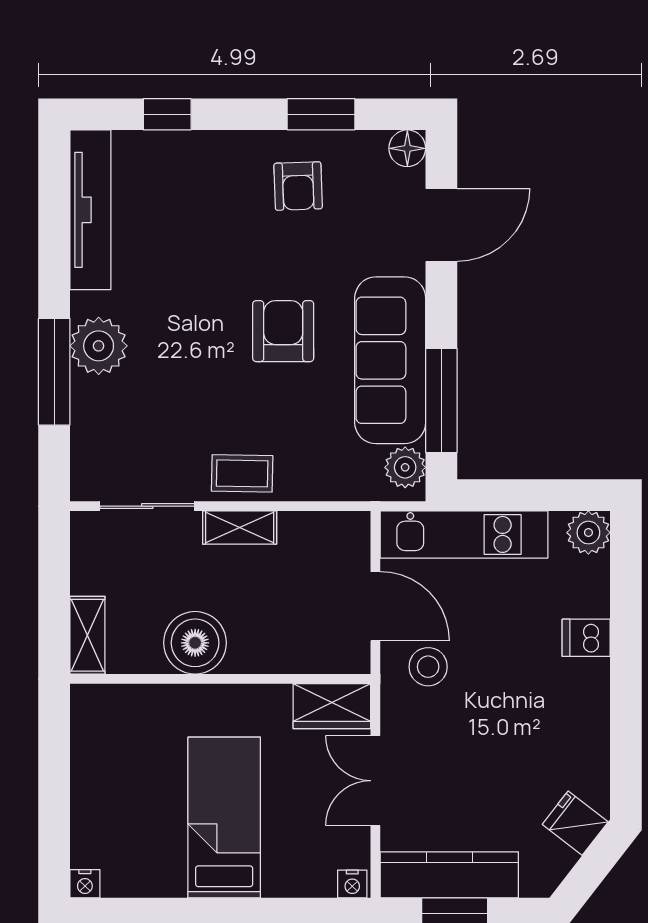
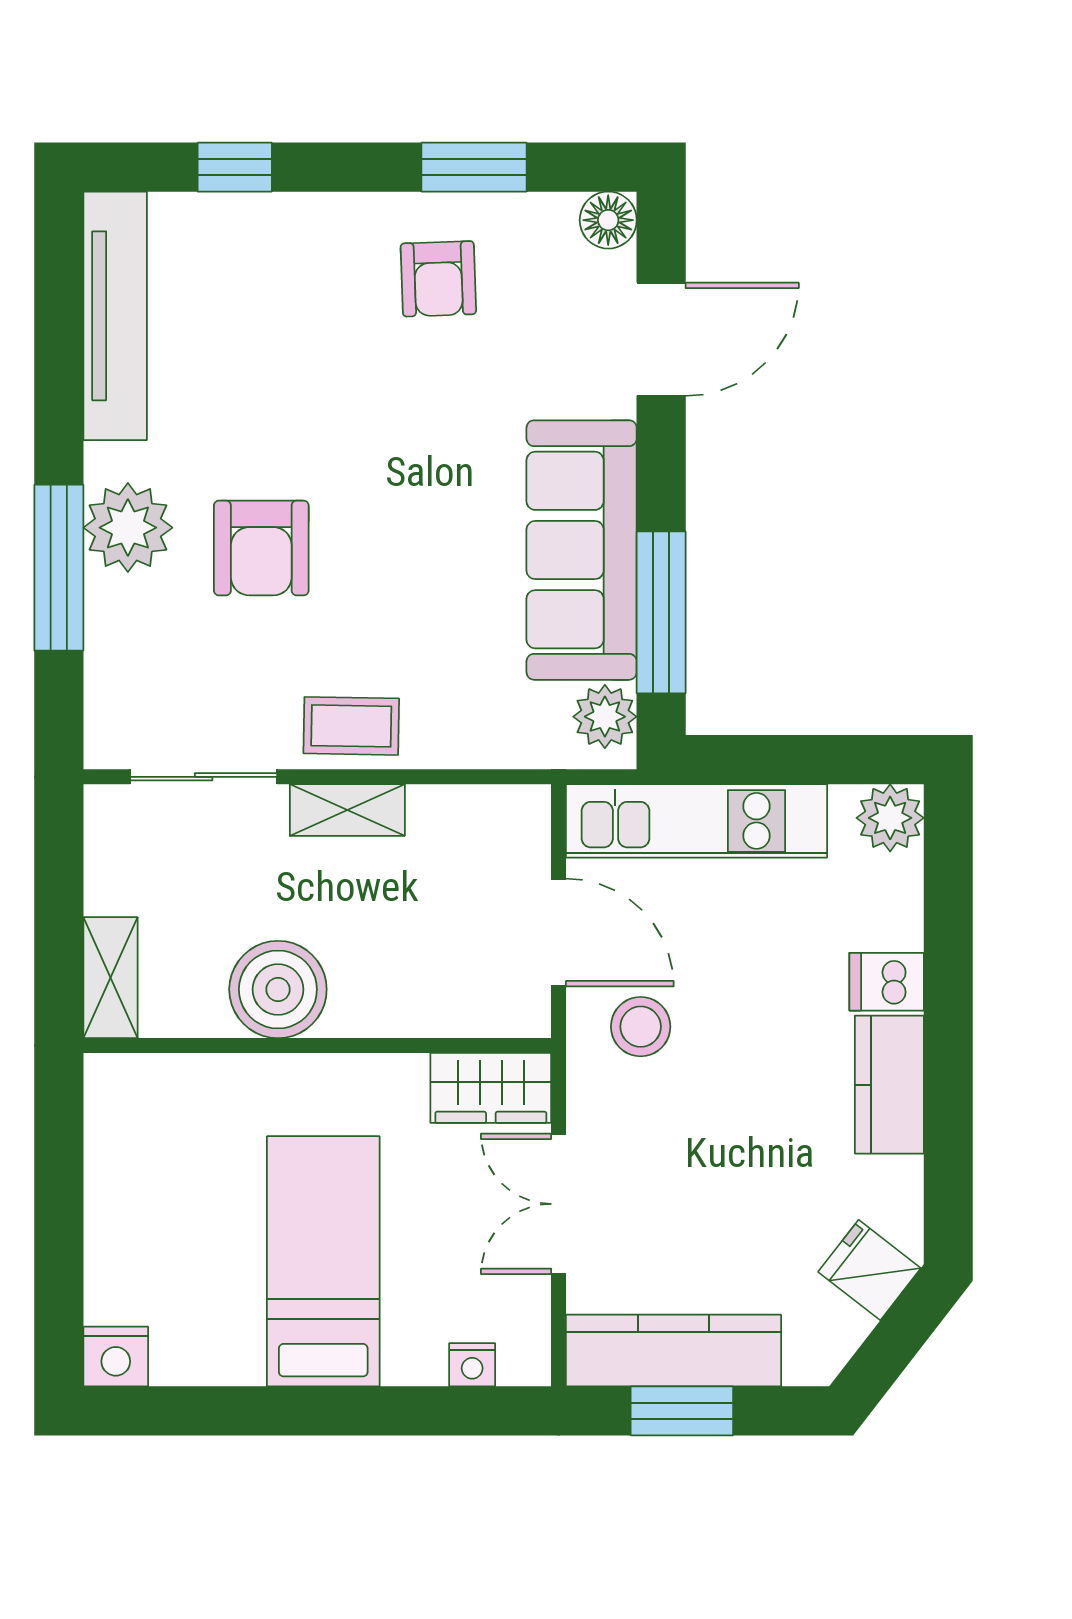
armchair: (283, 331) -> (261, 548), moved, turned 180
kitchen counter: (588, 704) -> (889, 1085), added
nightstand: (85, 884) -> (116, 1357), width x1.39, depth x1.35
nightstand: (352, 884) -> (472, 1365), moved

